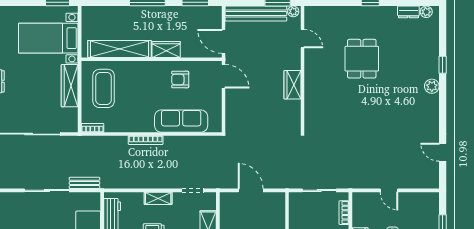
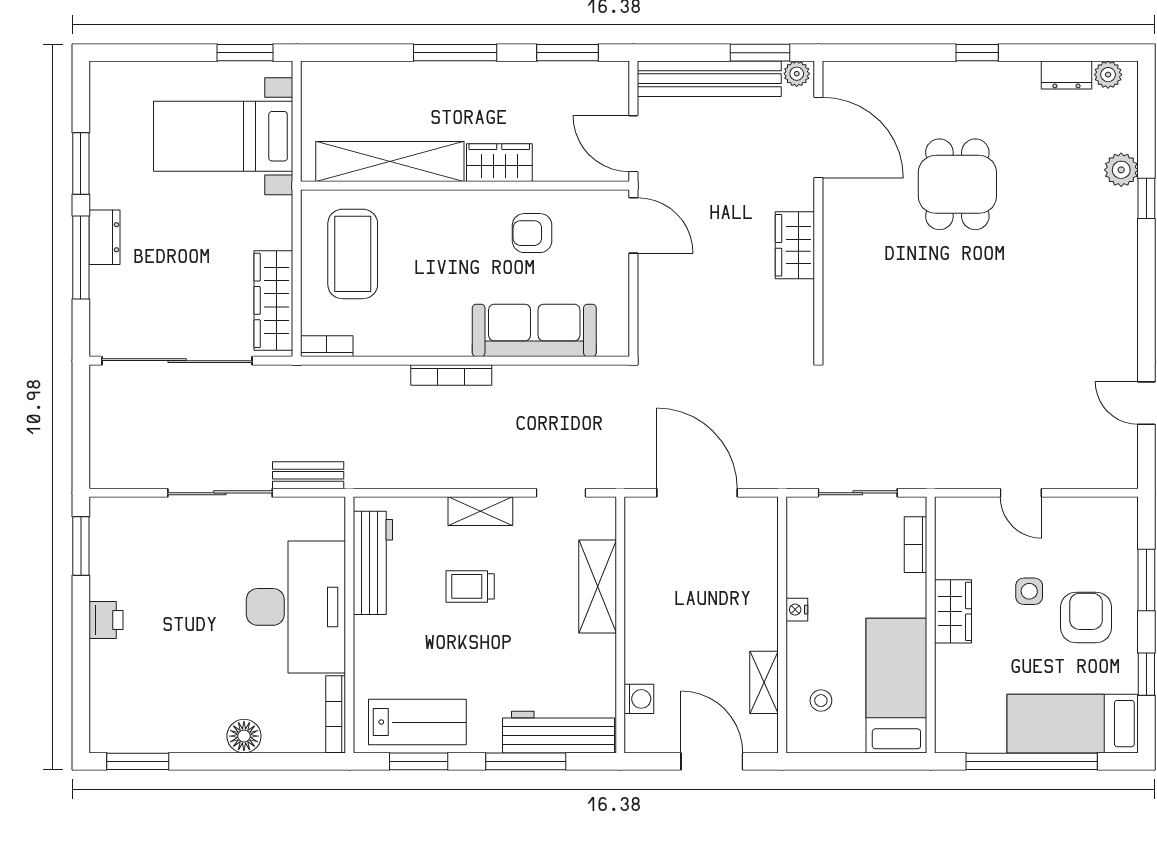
door: (302, 39) -> (818, 137), width x1.87
wardrobe: (70, 86) -> (273, 300), moved
plant: (432, 86) -> (1121, 170), moved
door: (251, 190) -> (697, 493), width x1.36

